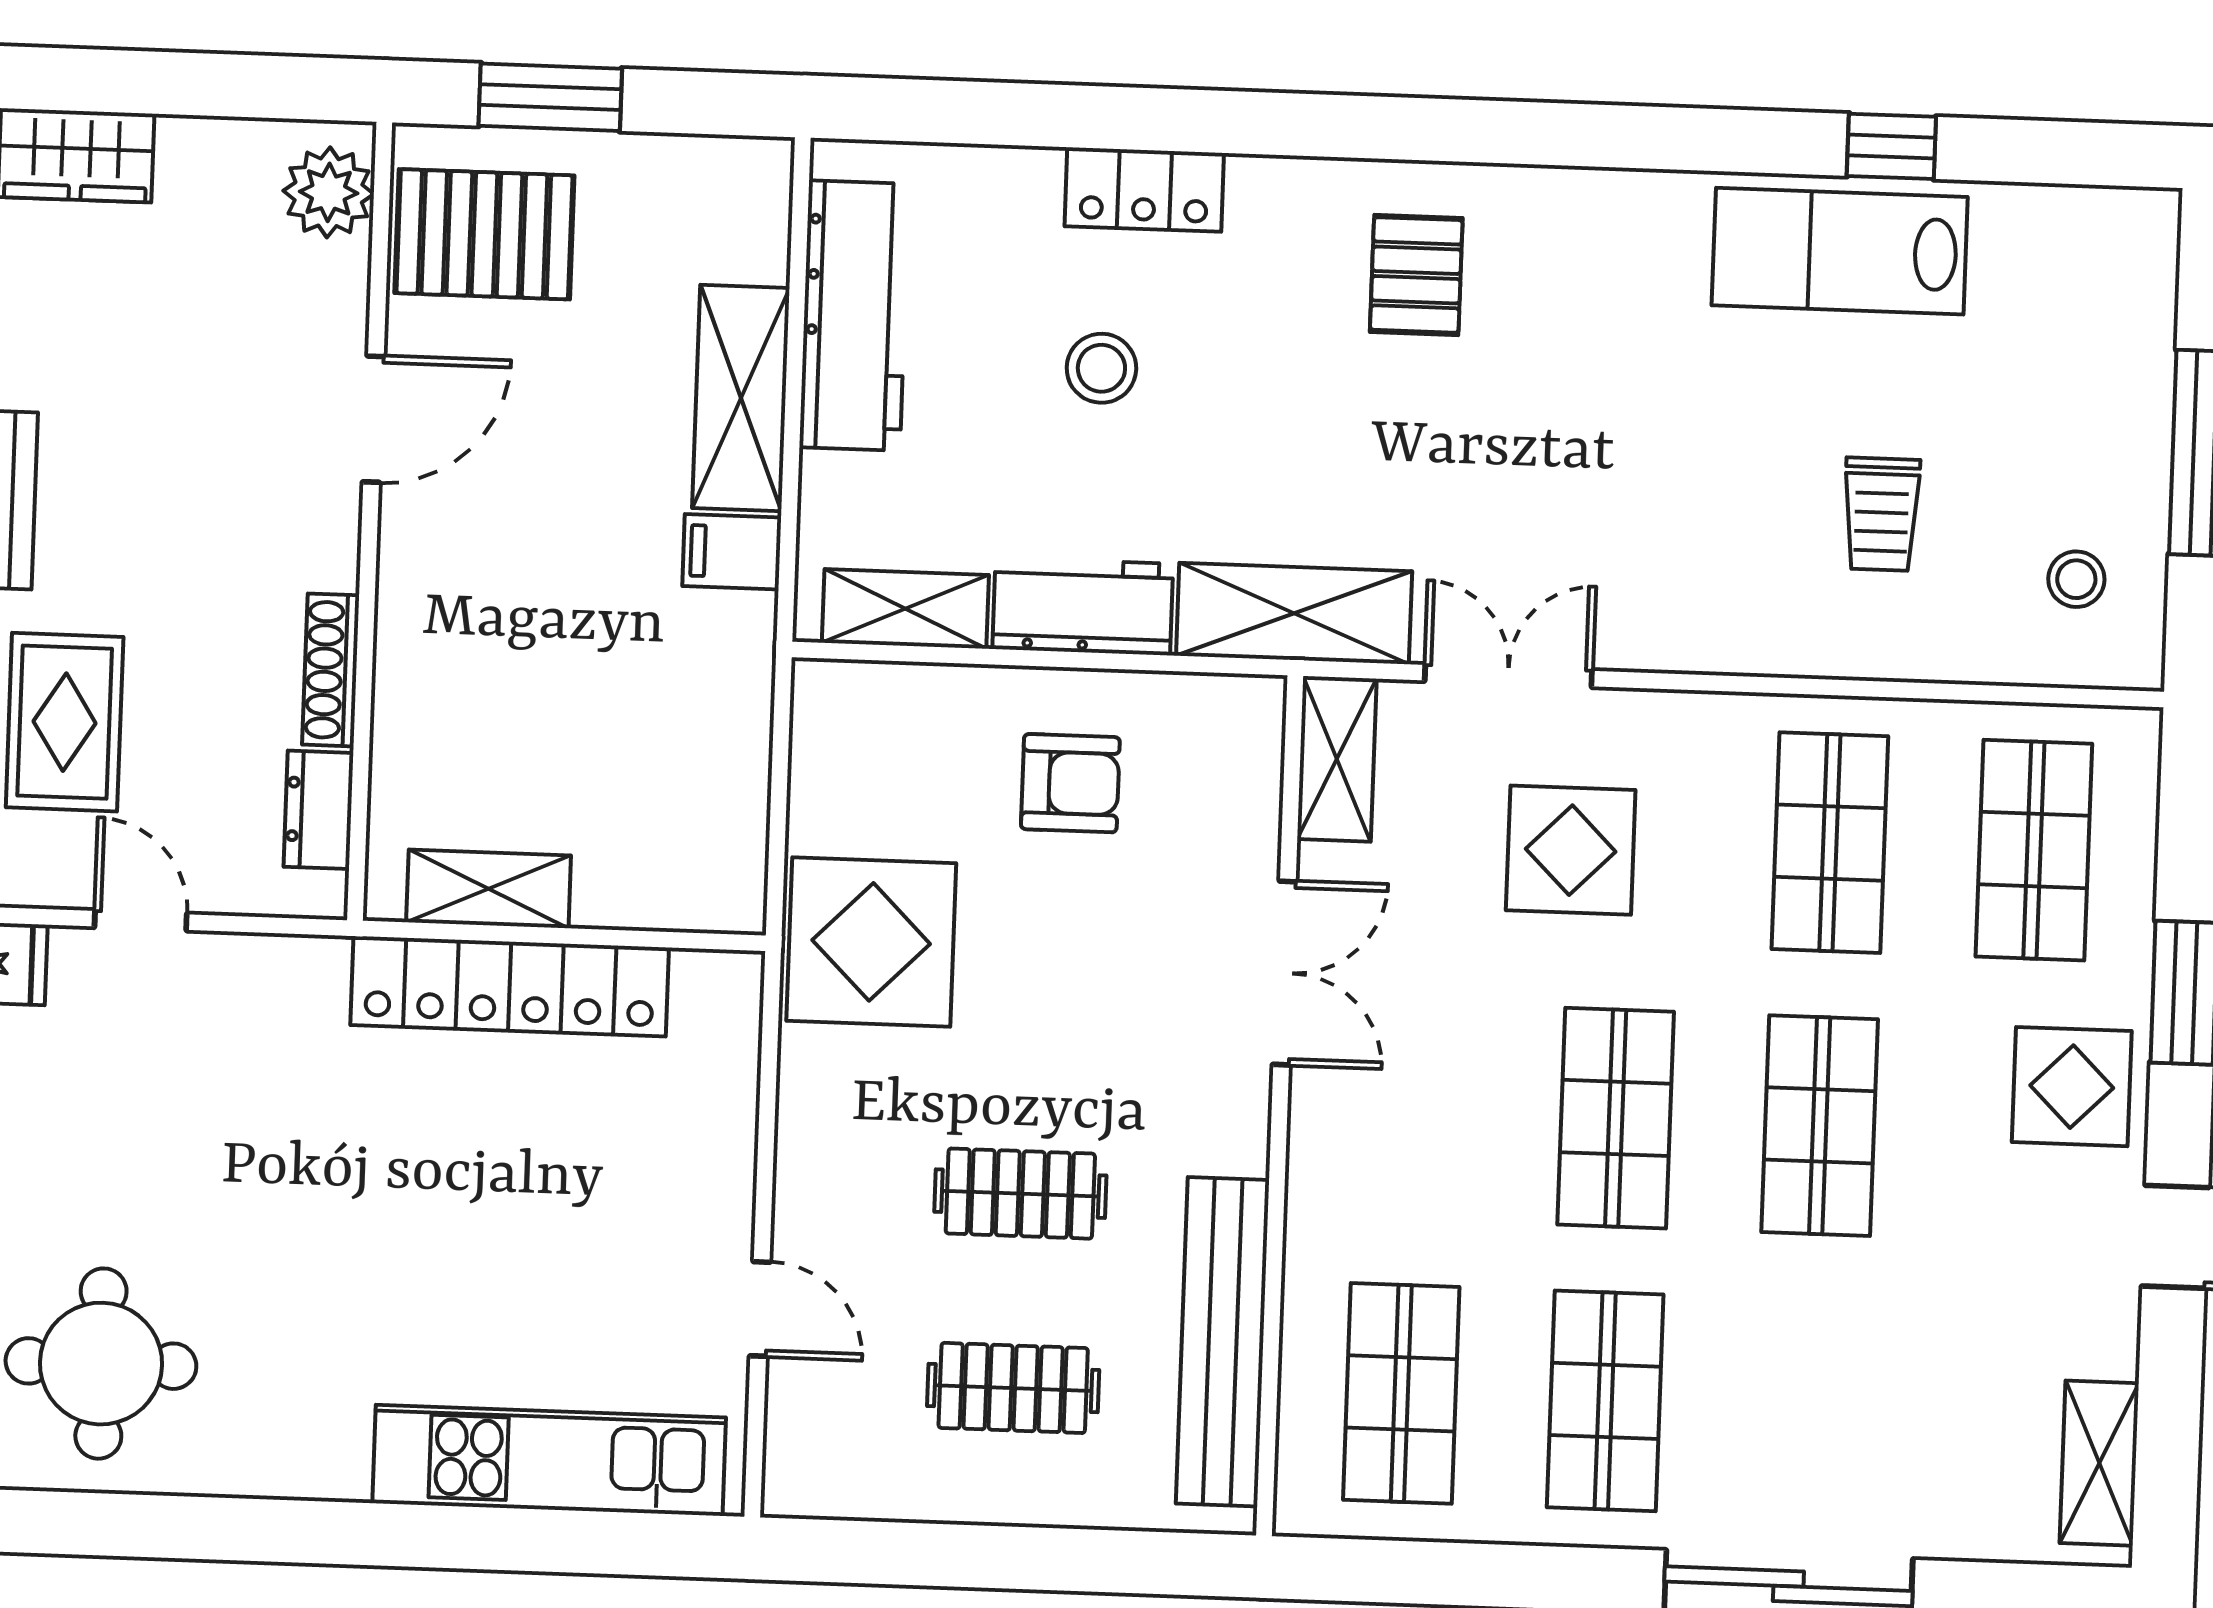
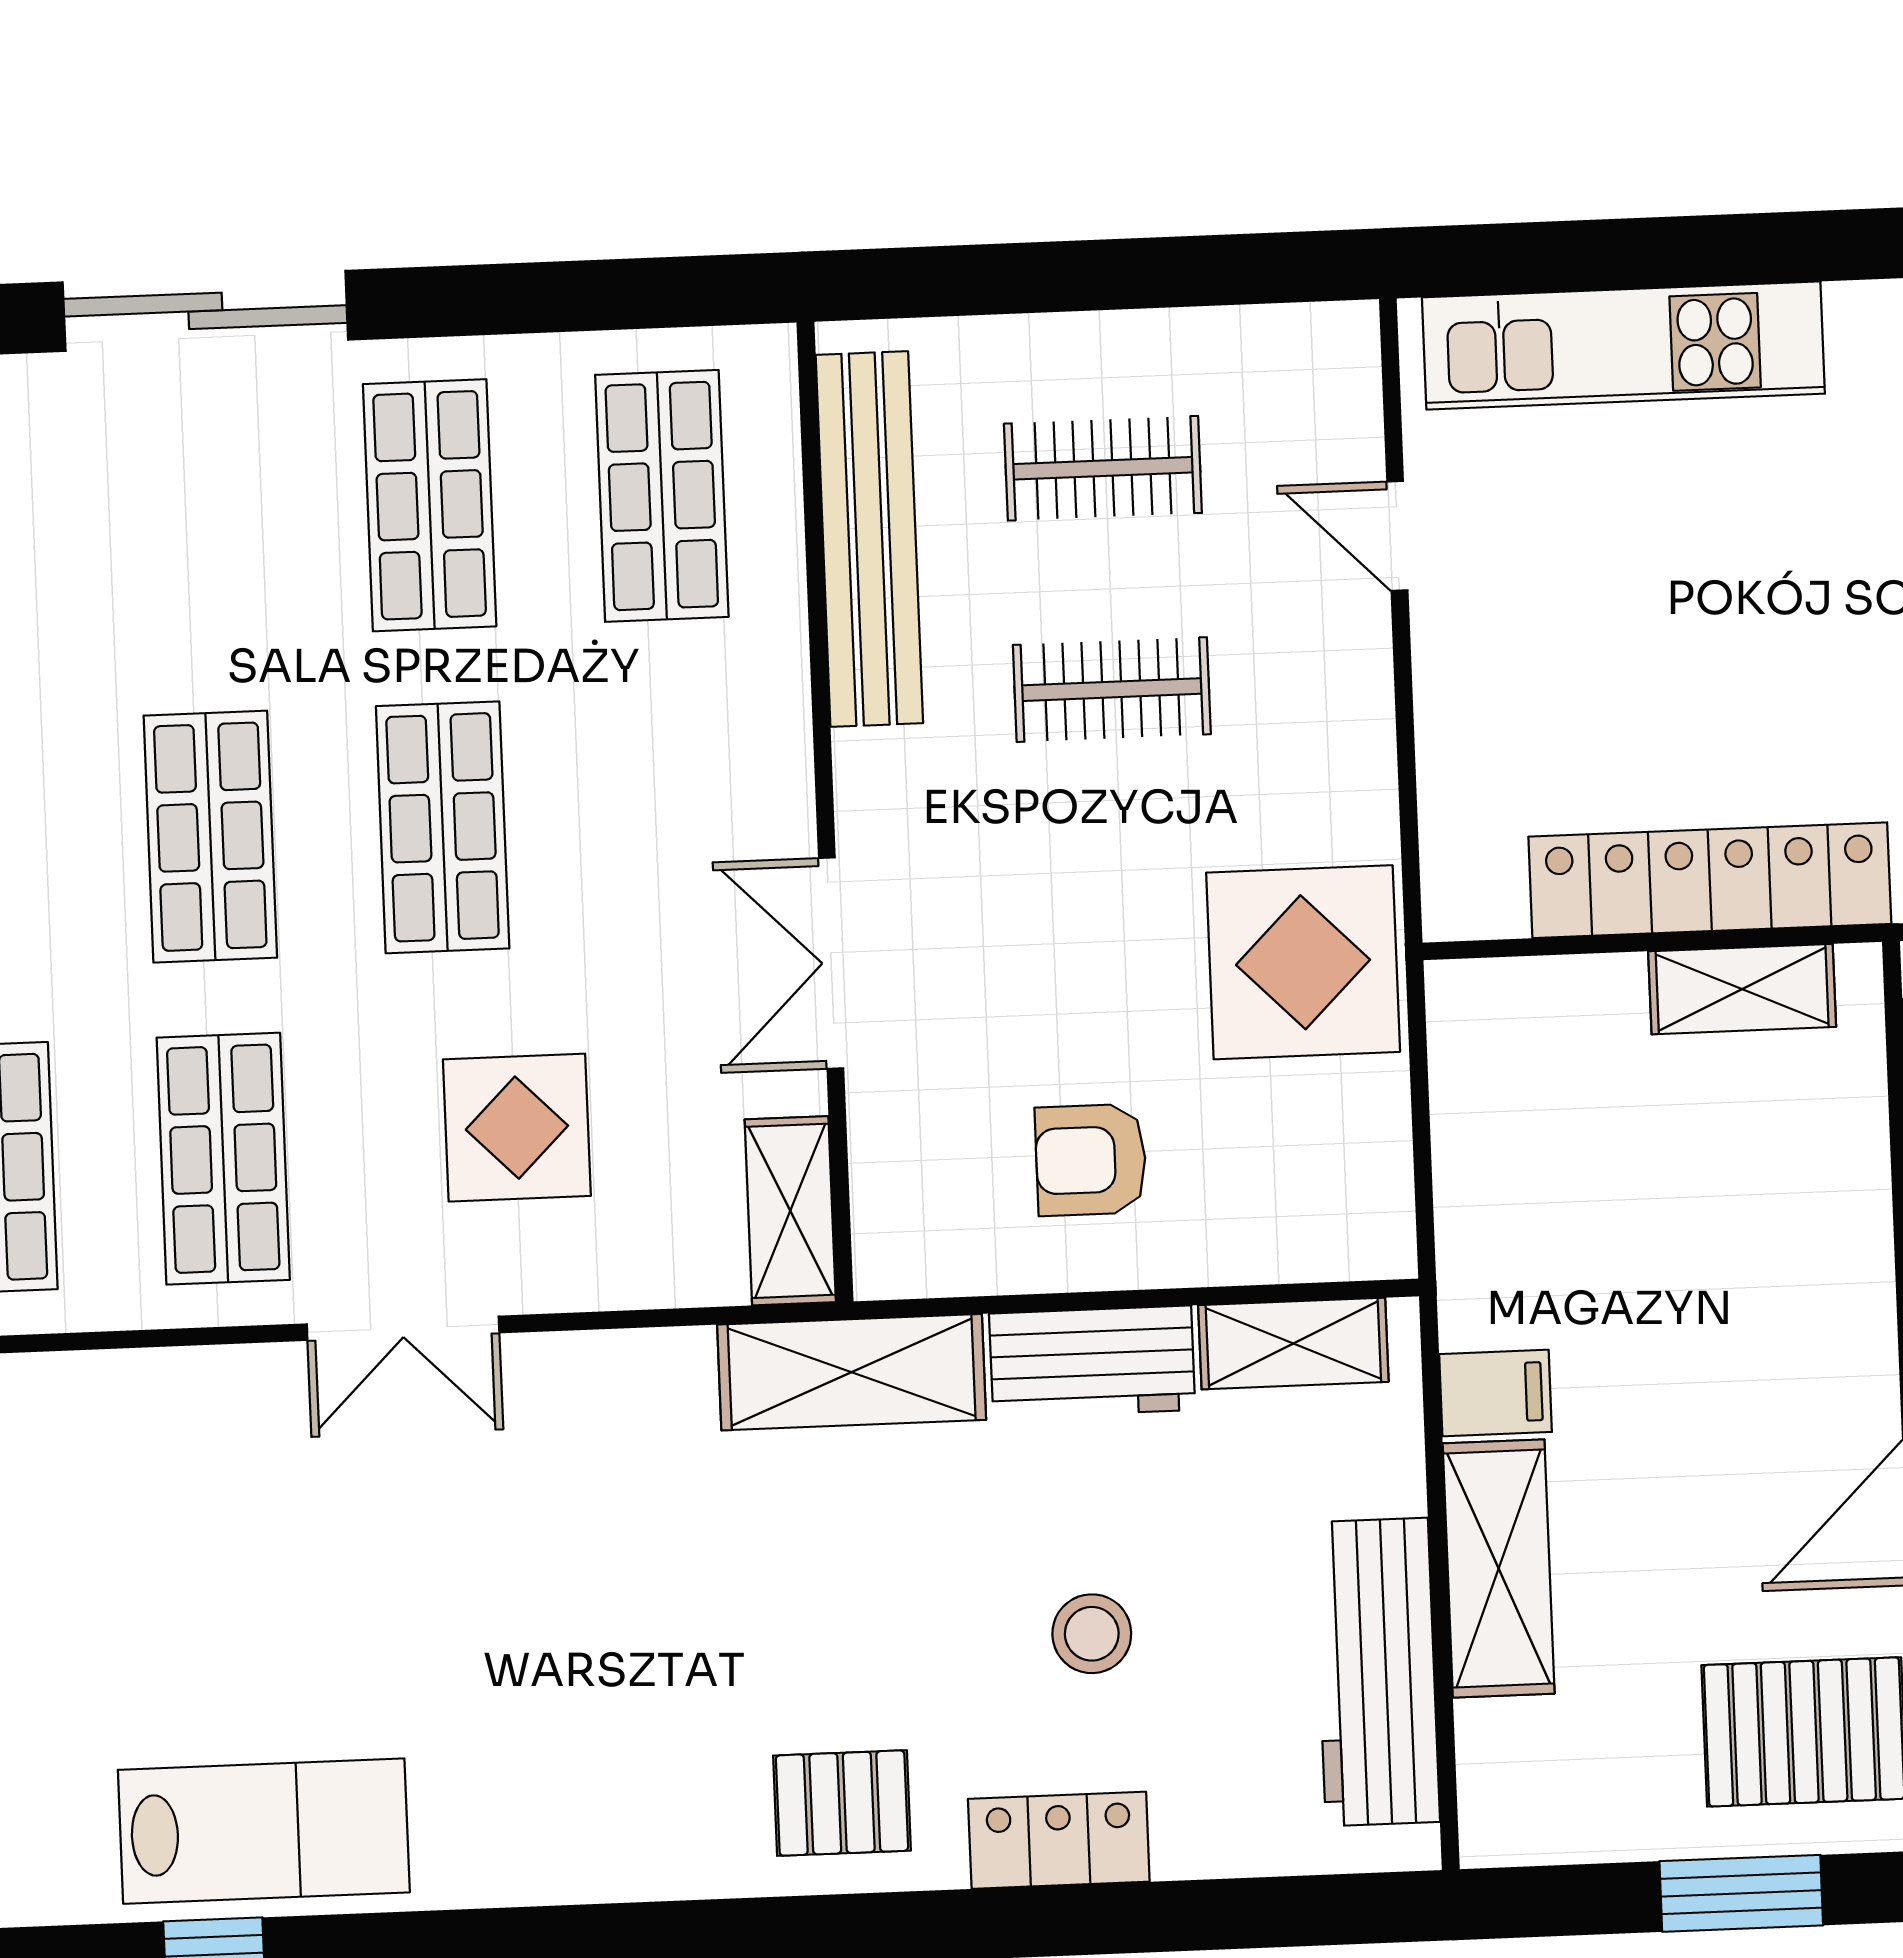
pallet: (1416, 275) -> (842, 1803), moved, turned 90
trolley: (1881, 514) -> (193, 1536), removed
double door: (1508, 676) -> (403, 1328), moved

